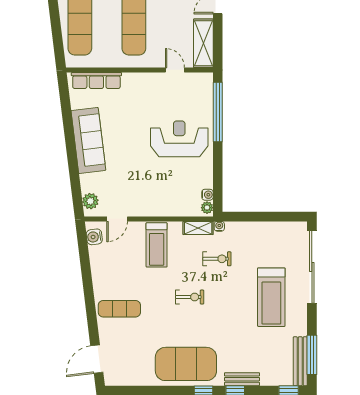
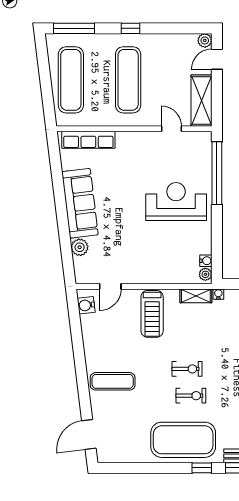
plant: (90, 201) -> (80, 247), moved
exercise bike: (217, 259) -> (191, 396), moved

